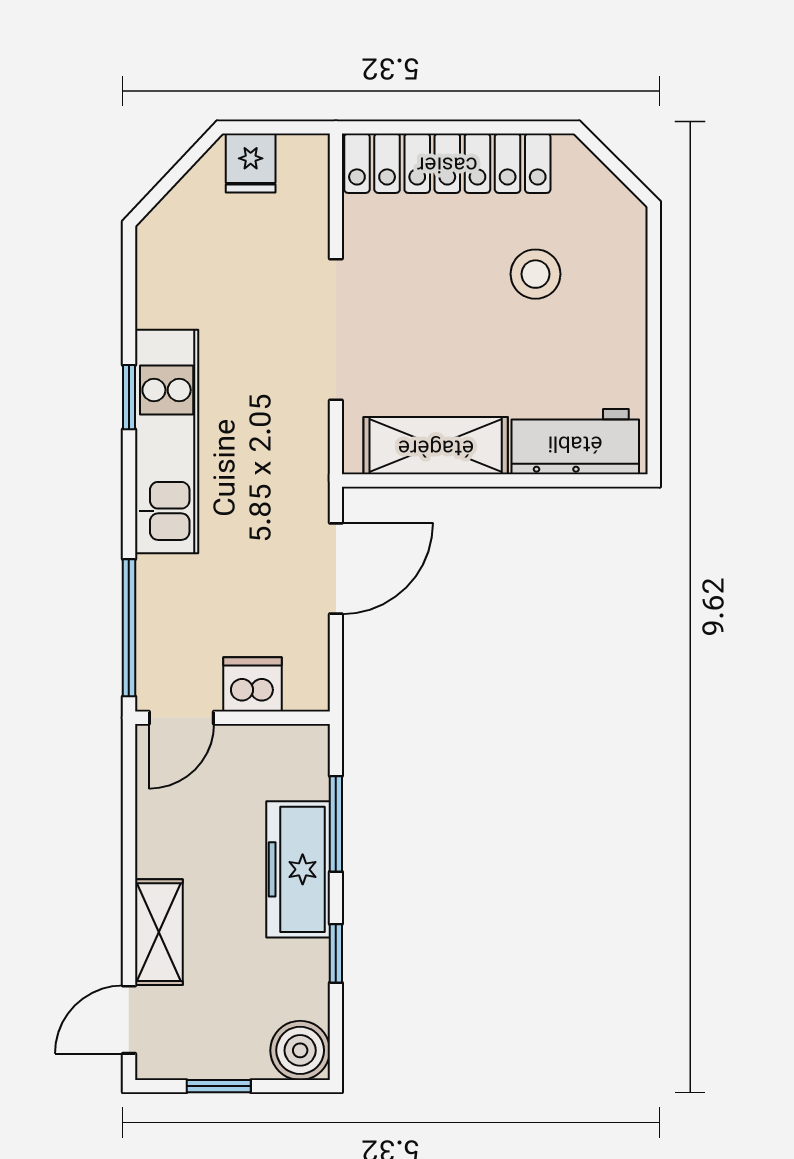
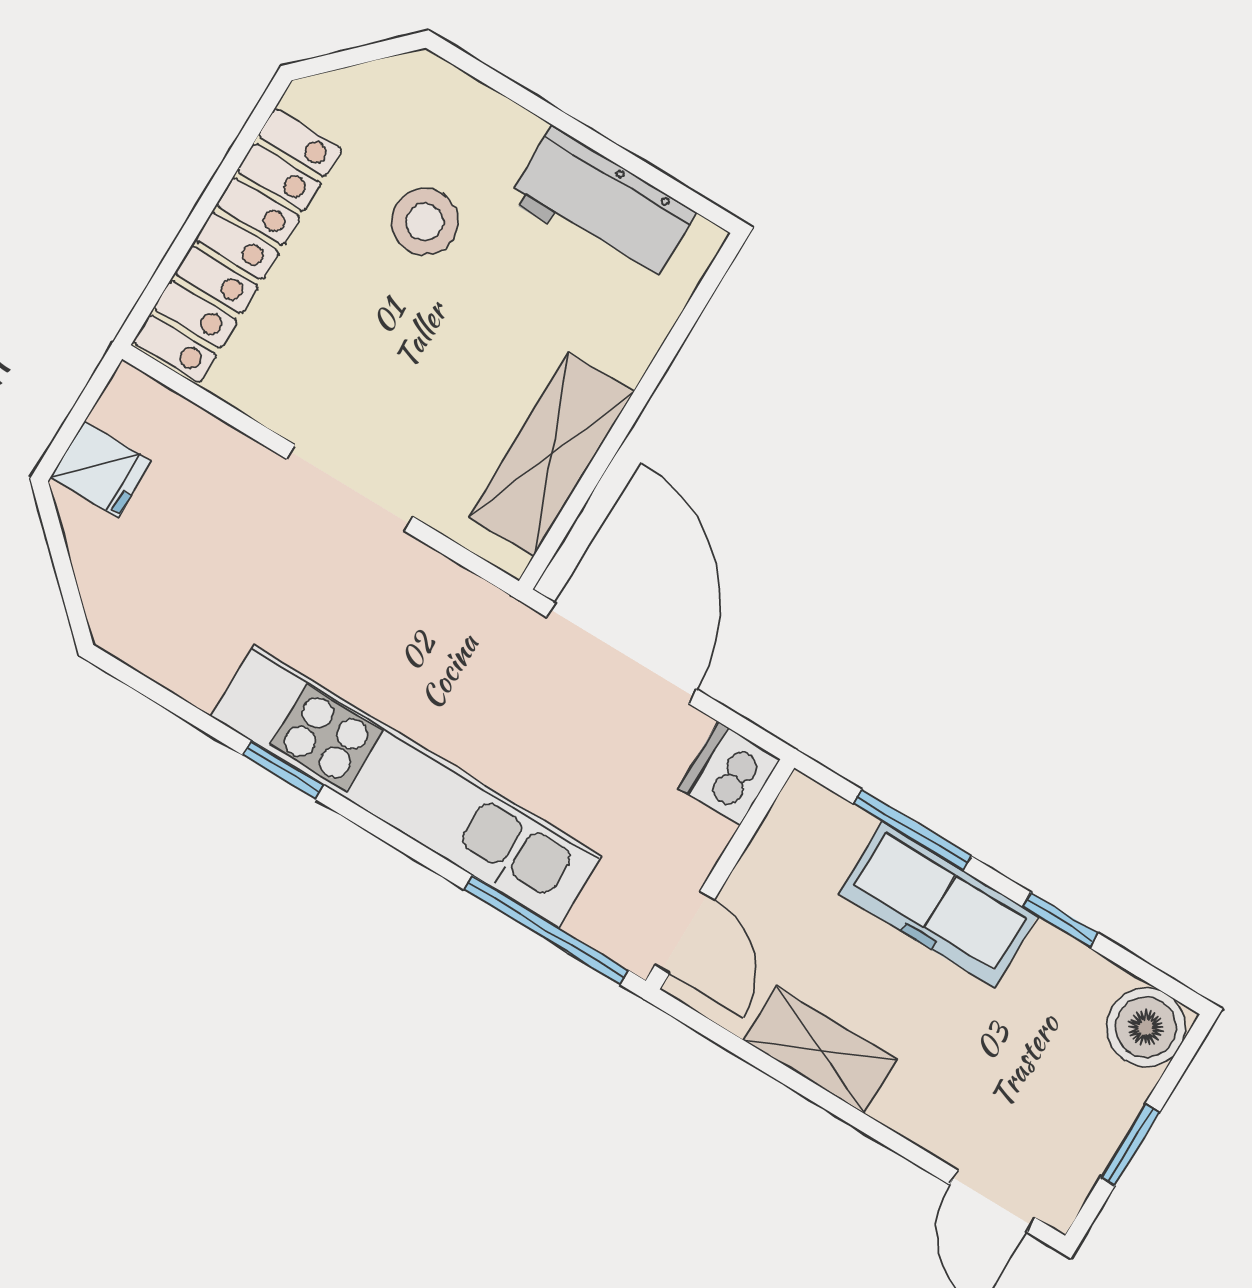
doorway: (336, 330) -> (350, 488), width x0.73
kitchen unit: (167, 442) -> (406, 786), width x1.36
workbench: (575, 442) -> (602, 206), moved, turned -90
door: (336, 568) -> (622, 653), width x1.36
dishwasher: (252, 684) -> (729, 774), moved
shelving: (159, 932) -> (821, 1050), moved

